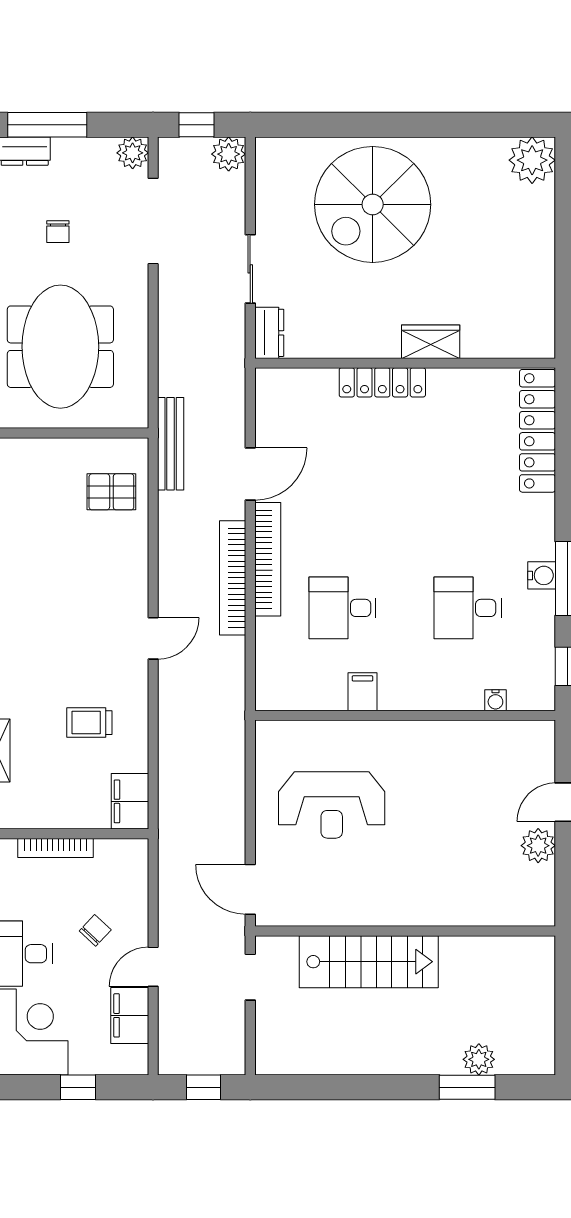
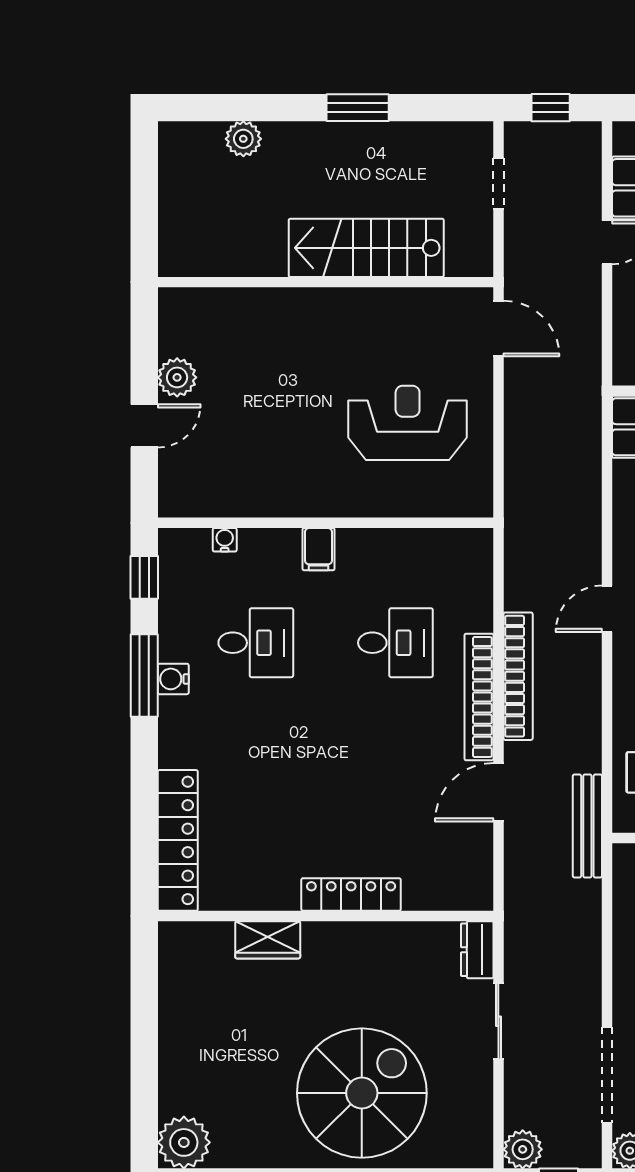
wardrobe: (431, 342) -> (268, 940), moved
filing cabinet: (362, 692) -> (319, 549), moved
doorway: (250, 977) -> (498, 183), moved
window: (467, 1087) -> (358, 108), moved

